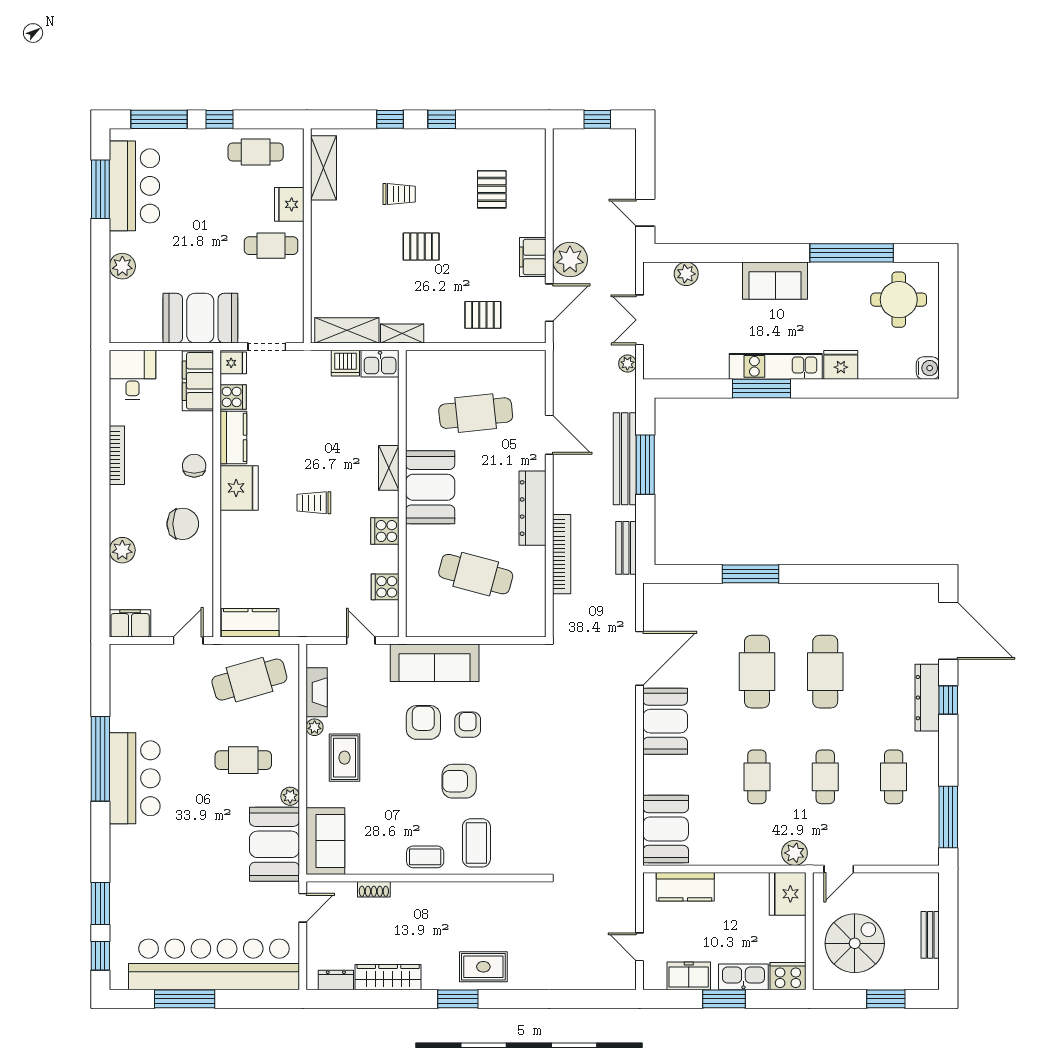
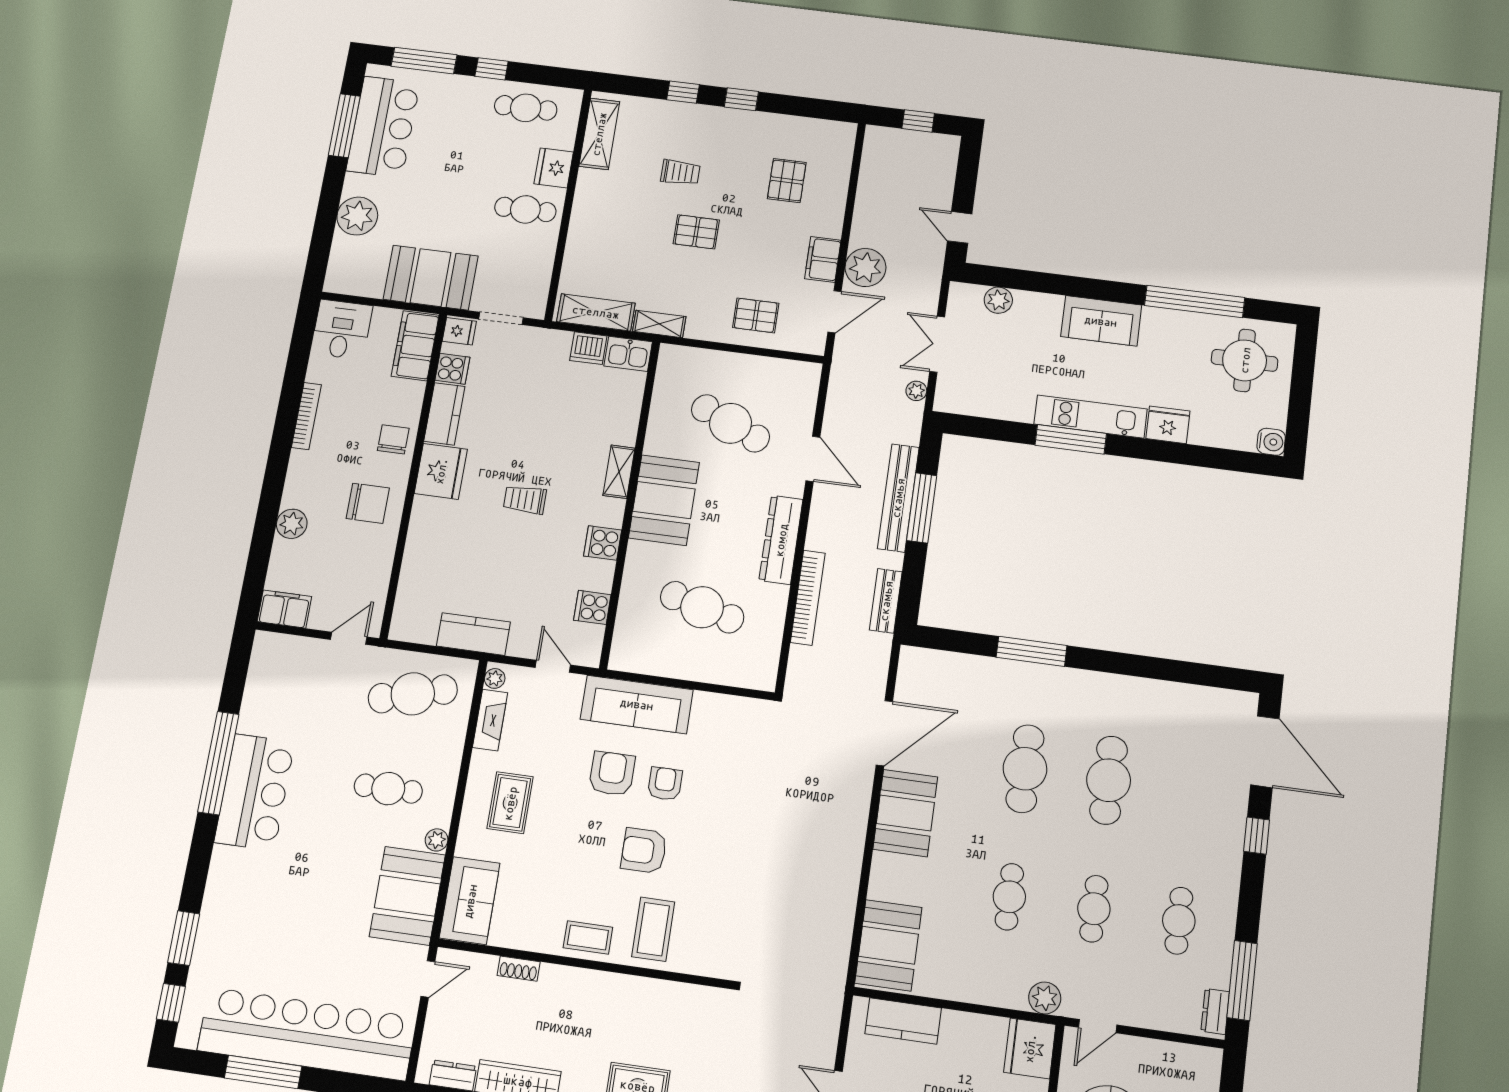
plant: (122, 266) -> (357, 216), width x1.36, depth x1.36
cafe table: (476, 413) -> (730, 423), turned 30
kitchen counter: (250, 623) -> (473, 634), moved
dresser: (927, 698) -> (1215, 1011), moved, width x0.51, depth x0.80
plant: (315, 727) -> (495, 678), moved

